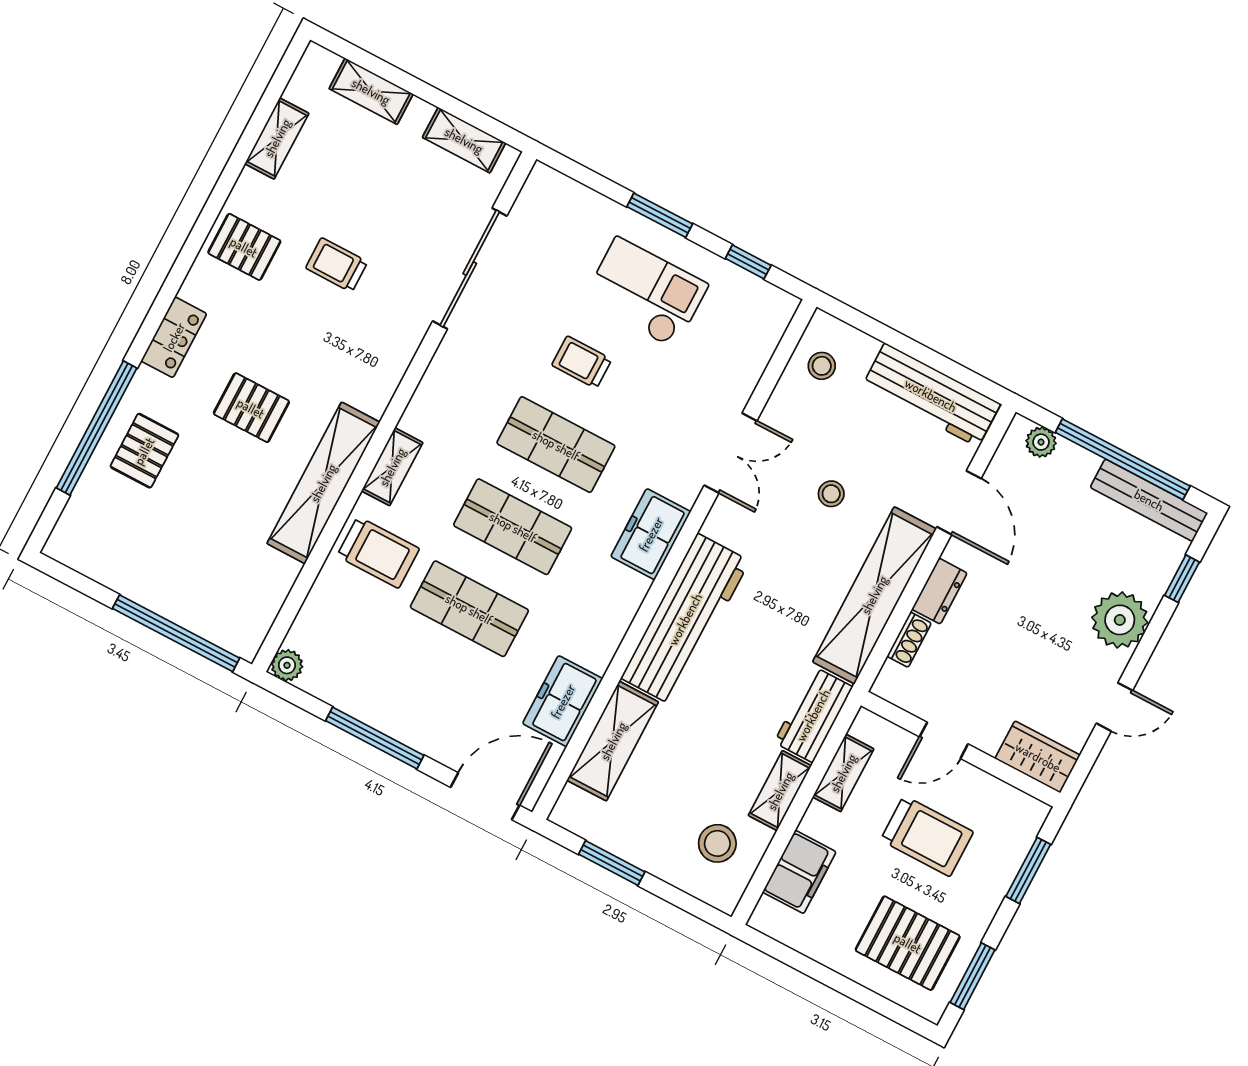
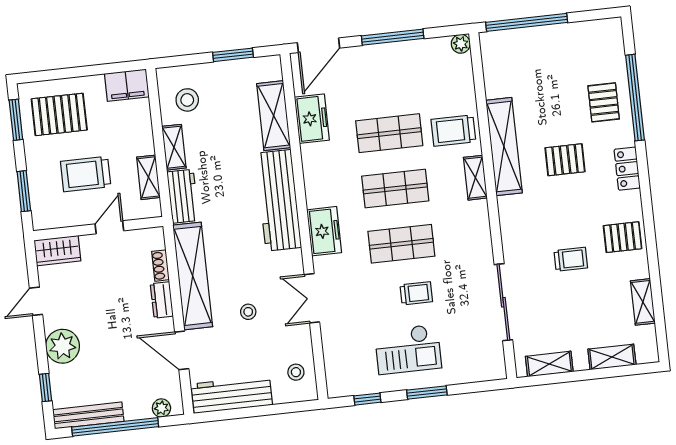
filing cabinet: (799, 872) -> (127, 85), moved, turned -90

